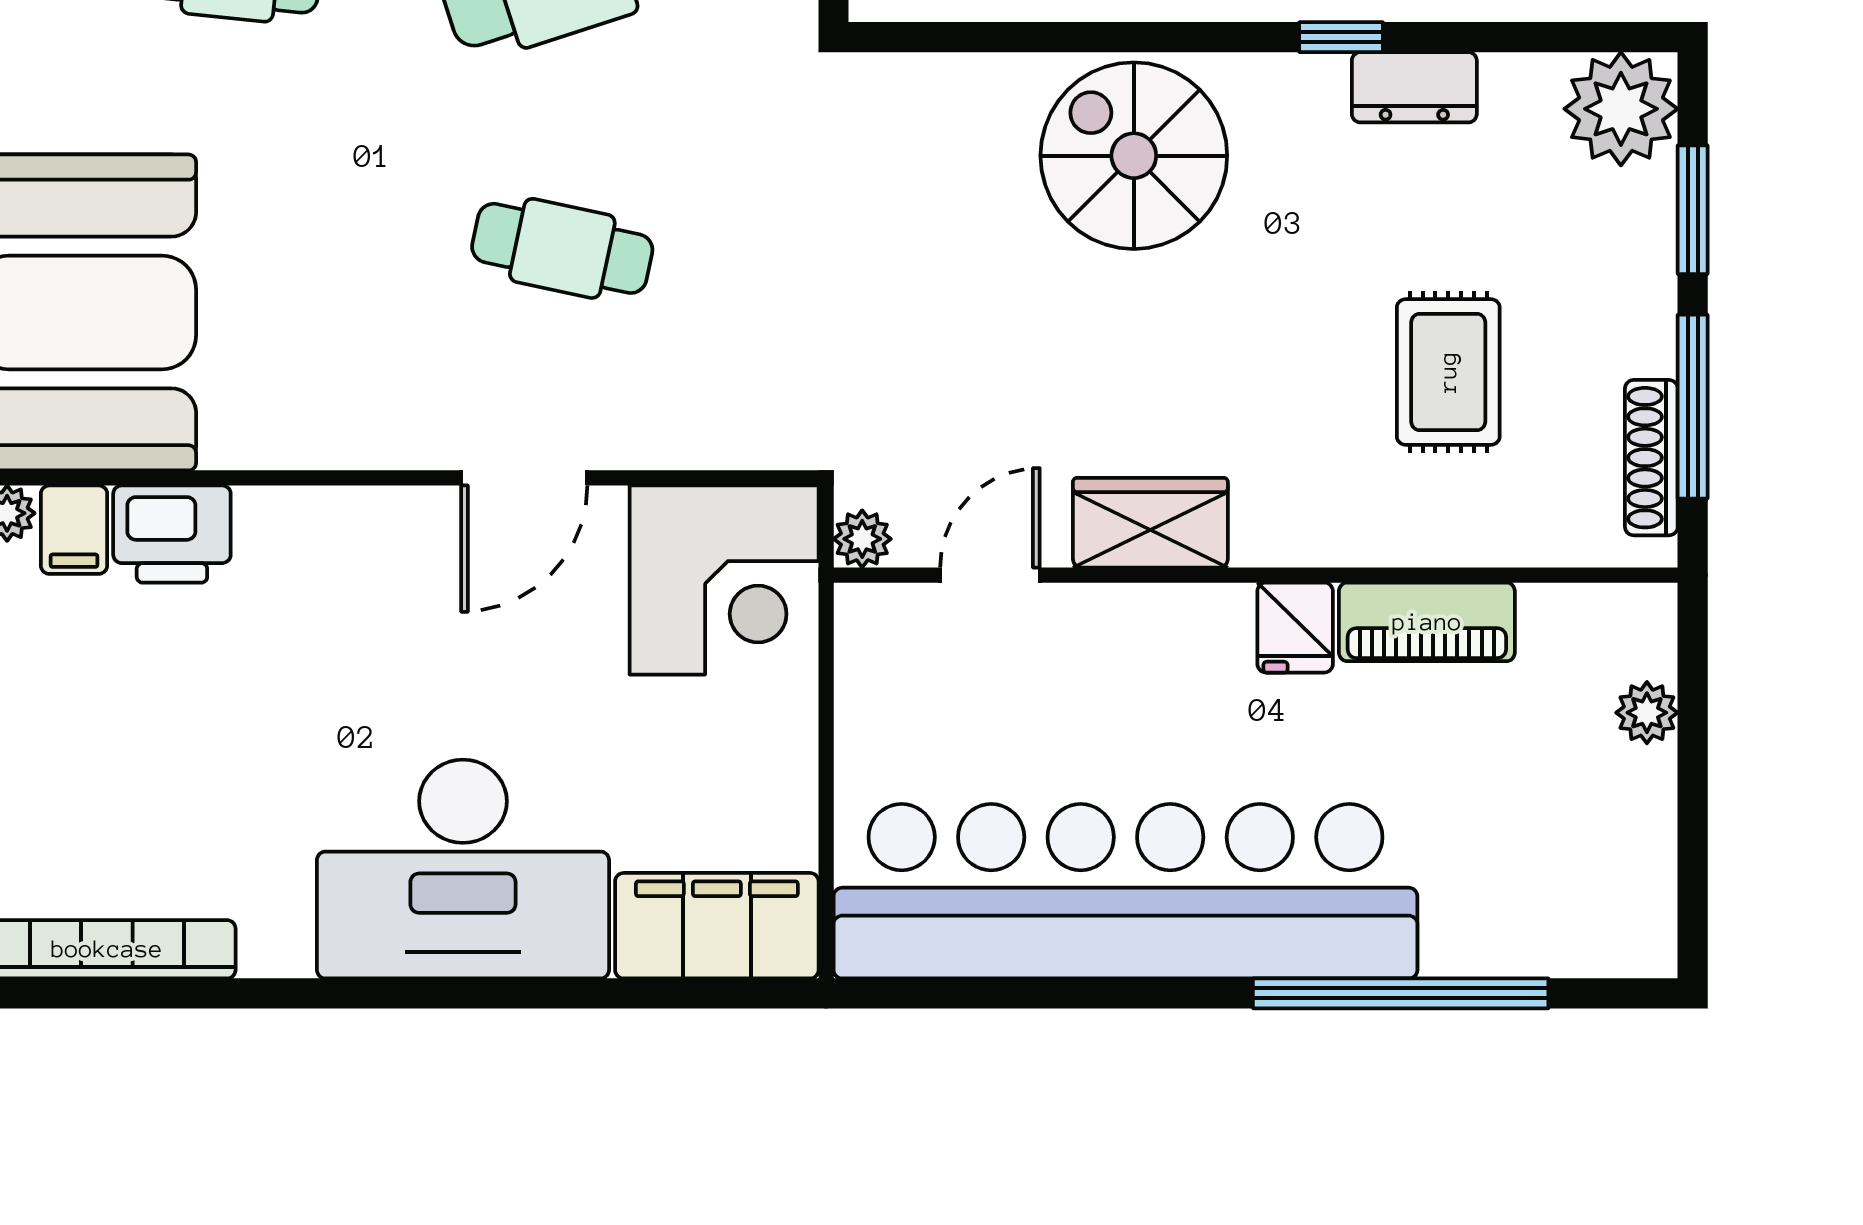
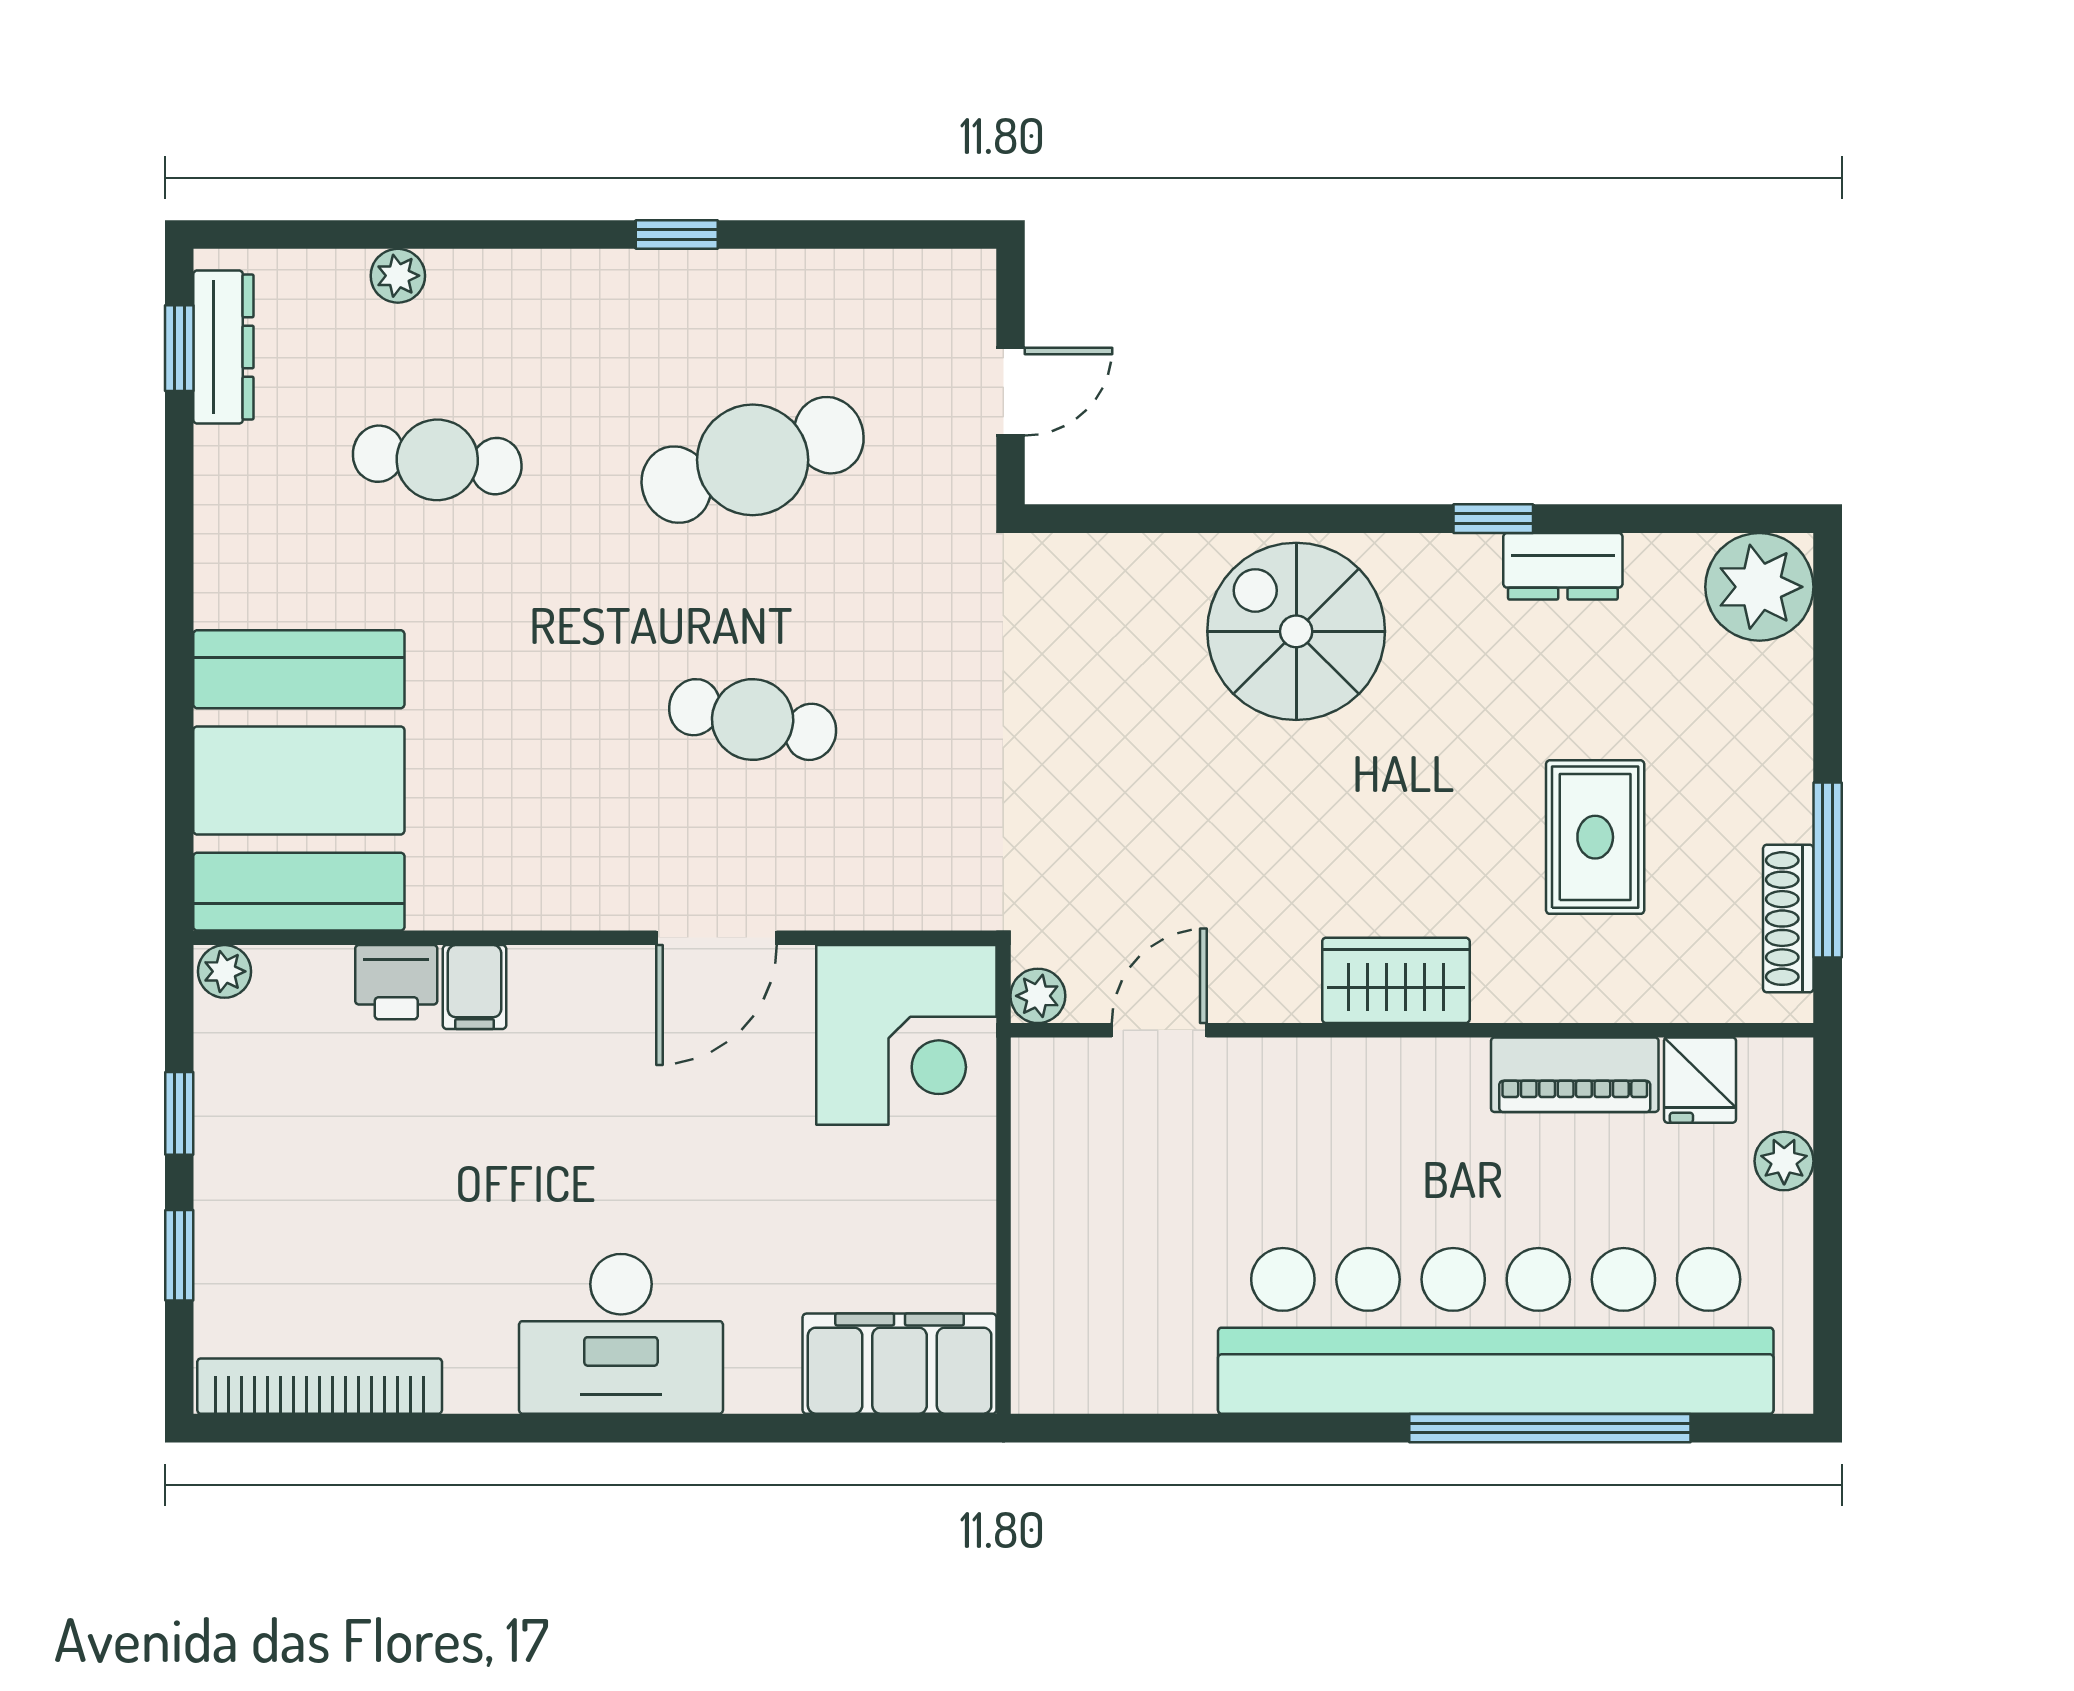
window: (1693, 210) -> (1828, 683), removed
wardrobe: (1150, 523) -> (1396, 980), moved
filing cabinet: (74, 530) -> (474, 987), moved
printer: (172, 534) -> (396, 982), width x0.73, depth x0.81
fridge: (1295, 628) -> (1700, 1080), moved
desk: (463, 869) -> (621, 1334), width x0.73, depth x0.77
bar counter: (1125, 891) -> (1496, 1331), moved

